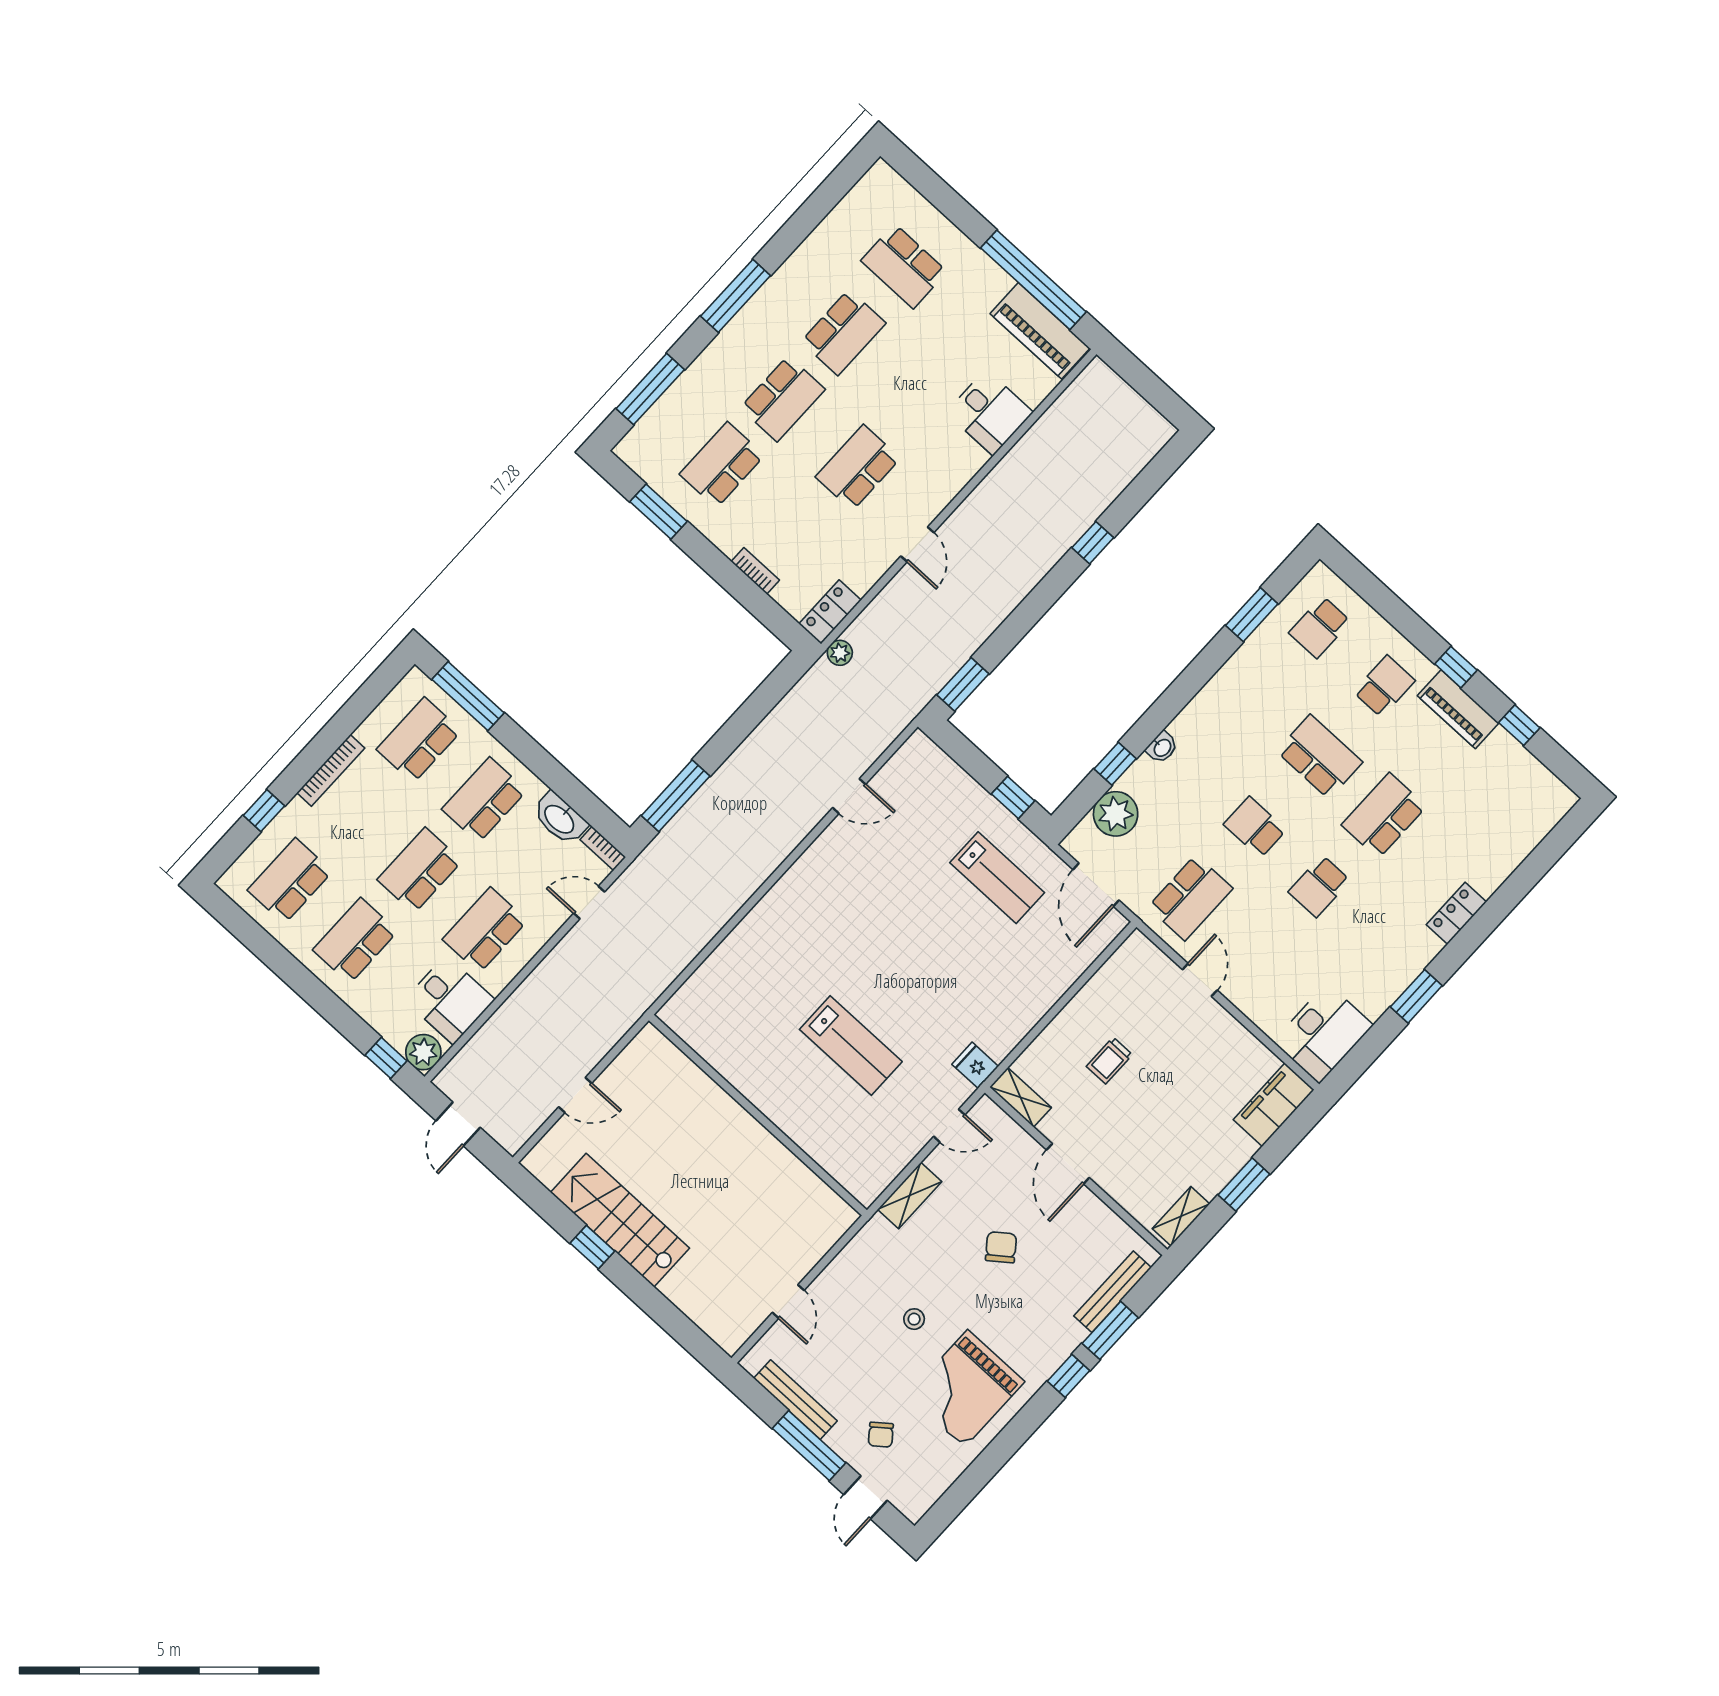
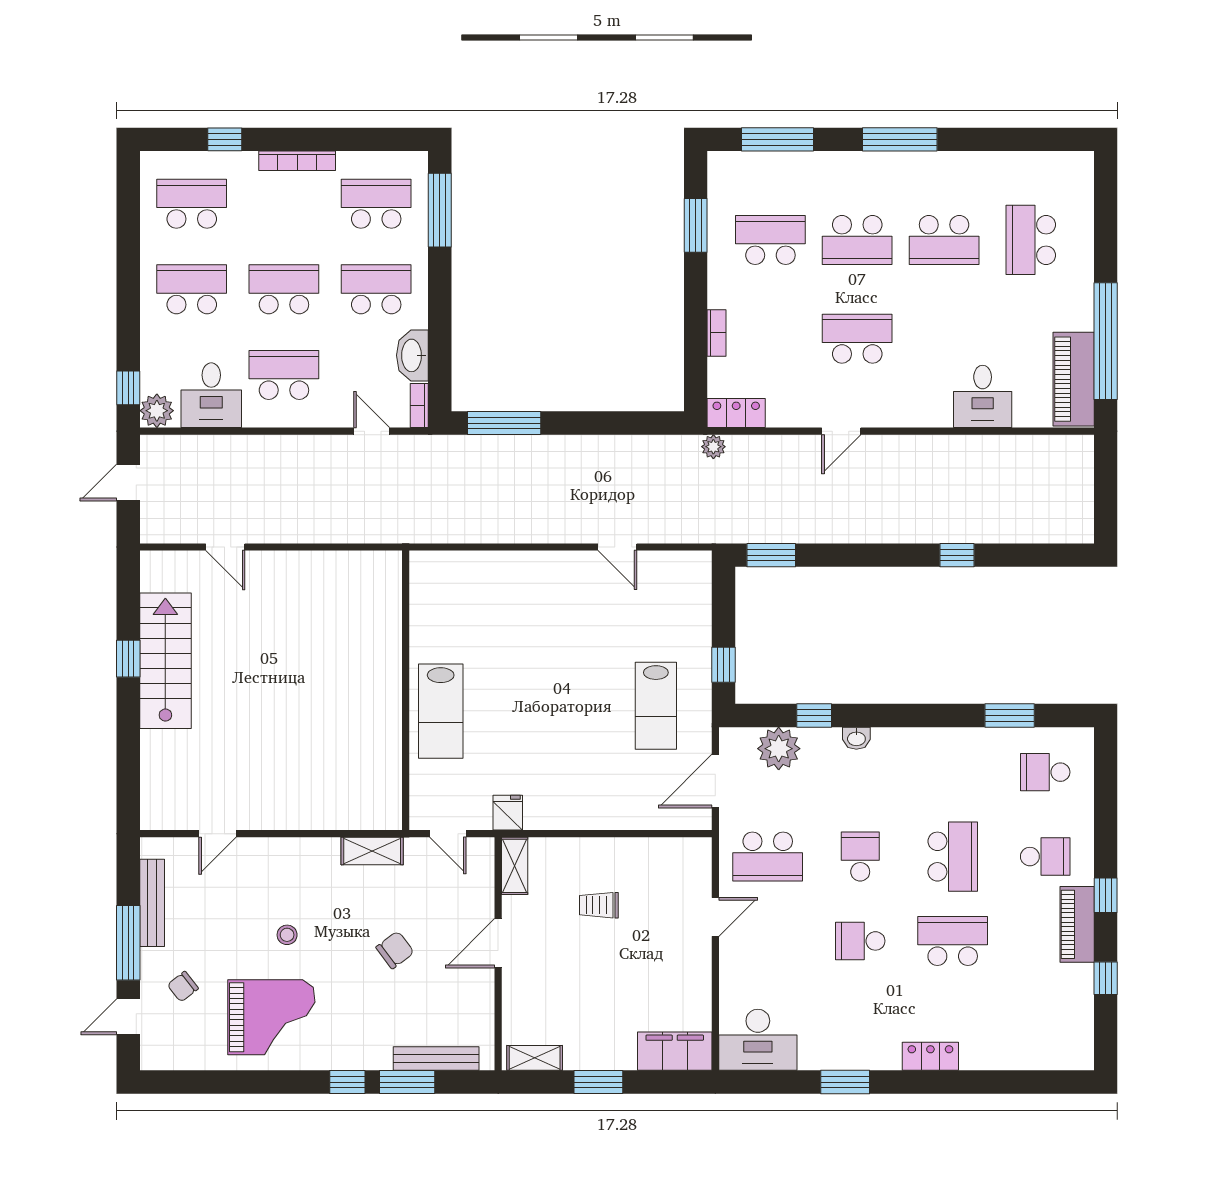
wall: (758, 1115) -> (406, 690), moved
grand piano: (966, 1389) -> (271, 1017), turned 180

